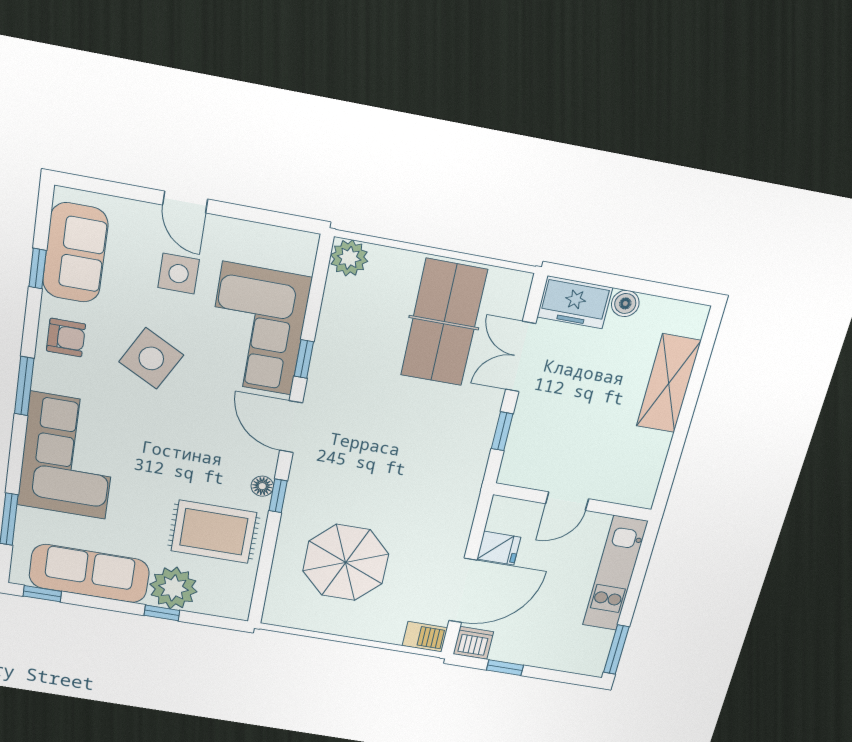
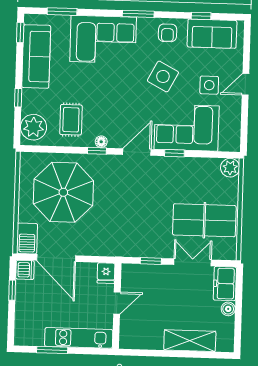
door: (567, 501) -> (117, 303), swing flipped
rug: (214, 532) -> (71, 120), width x0.73, depth x0.70
fridge: (499, 548) -> (106, 273), moved
parasol: (346, 563) -> (63, 192), width x1.36, depth x1.36
plant: (173, 588) -> (34, 127), moved
barbecue: (425, 637) -> (27, 238), width x1.38, depth x1.27
window: (616, 650) -> (52, 350), moved

